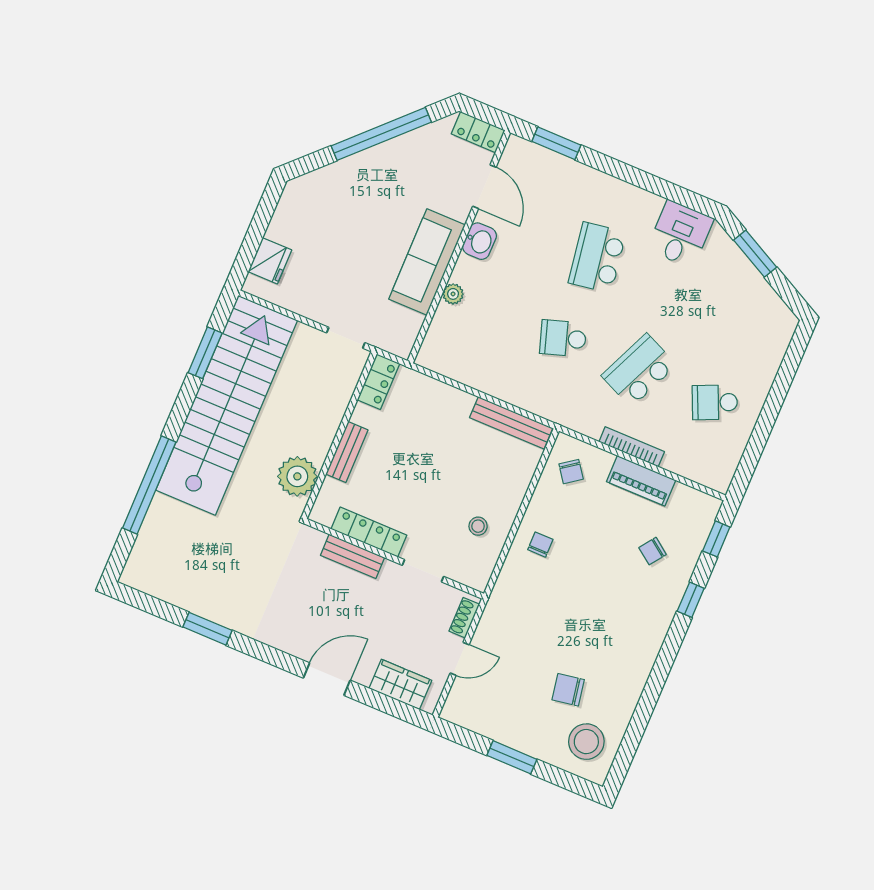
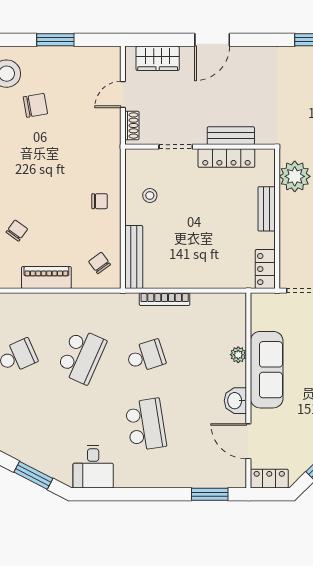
bench: (511, 423) -> (134, 257), moved, turned 90
bookcase: (632, 447) -> (165, 299), moved
chair: (540, 545) -> (99, 201), turned -90

